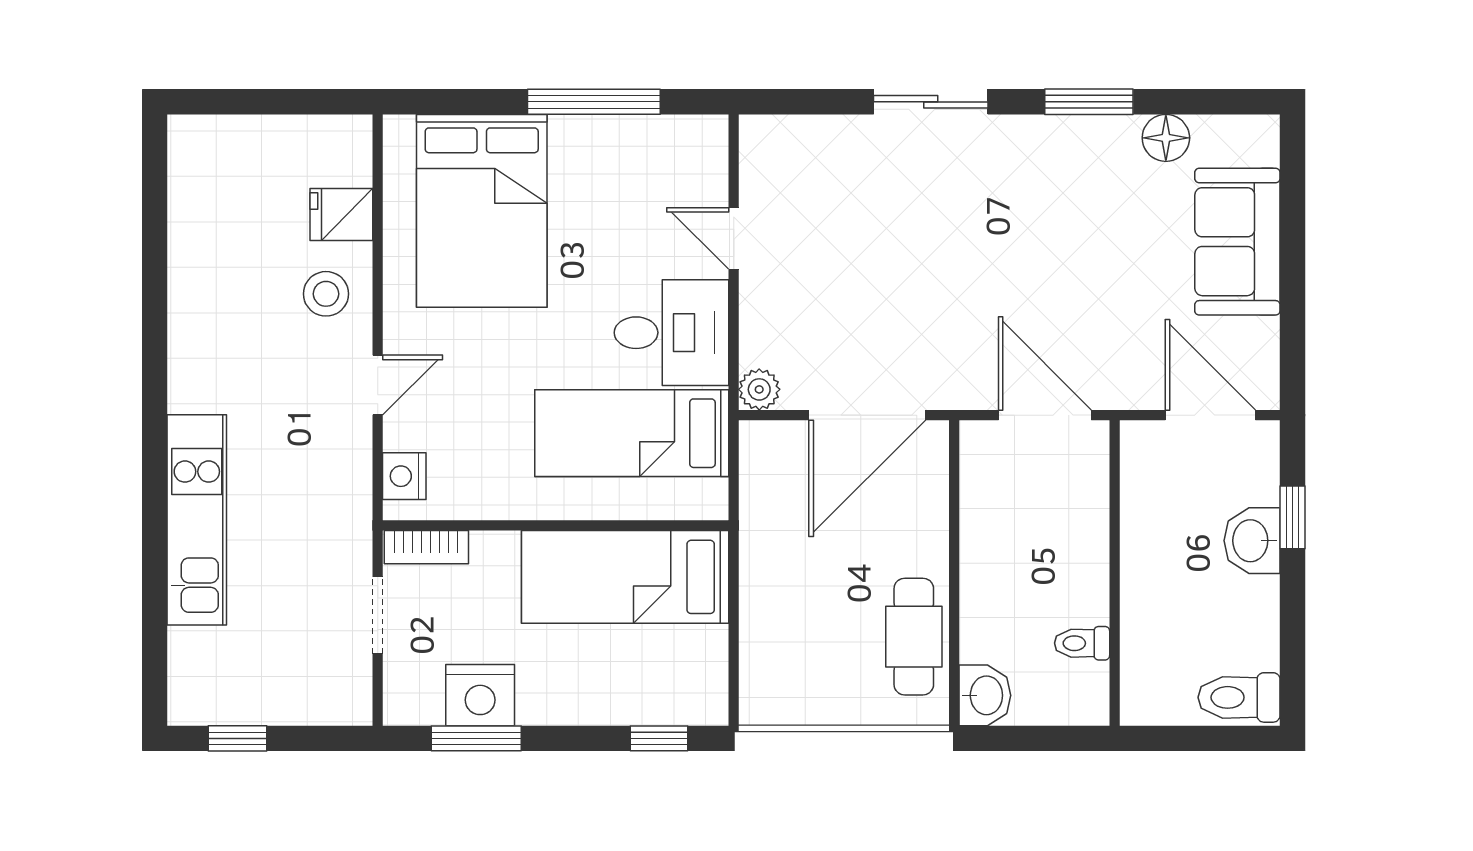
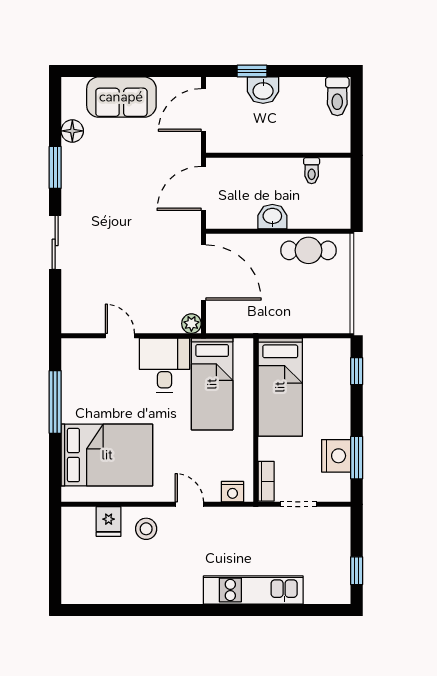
door: (734, 238) -> (120, 336), swing flipped
washbasin: (985, 695) -> (272, 217), moved

